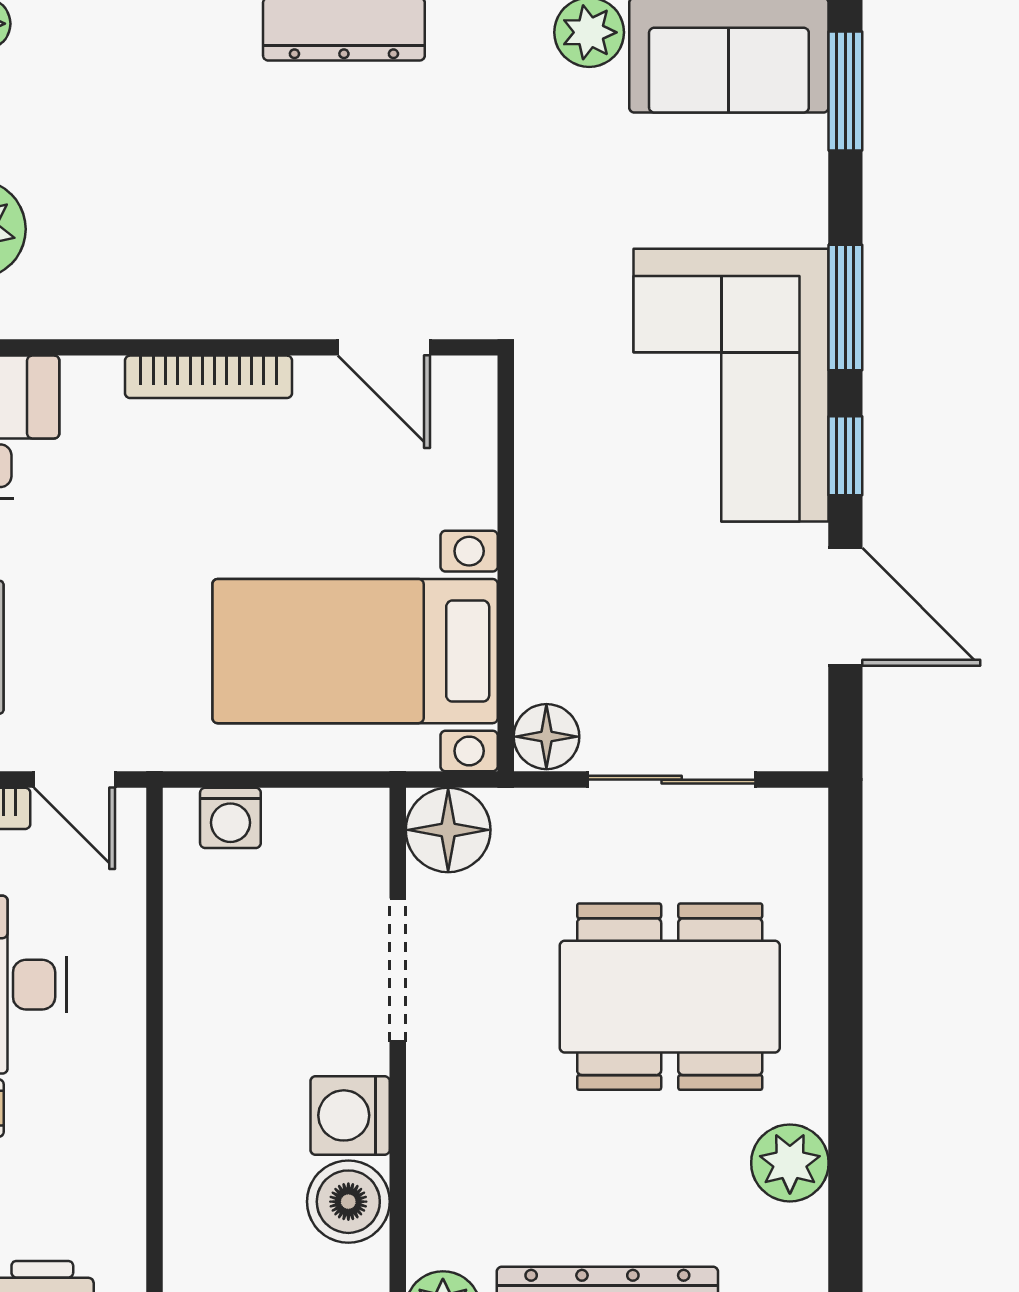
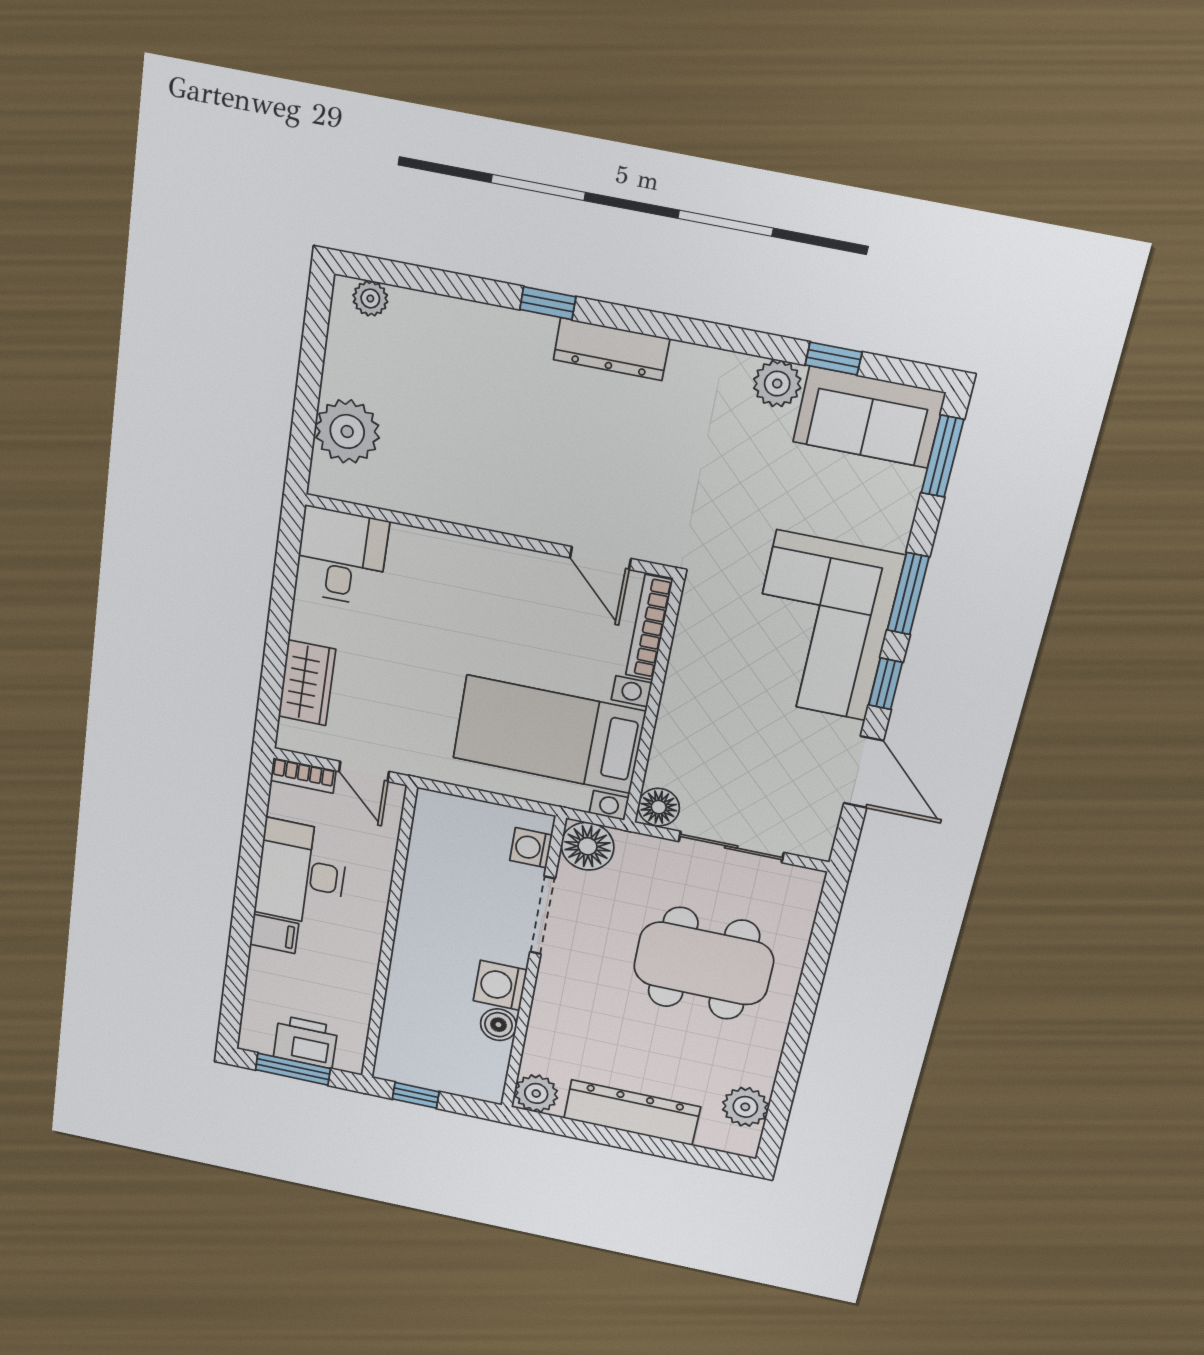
bookcase: (208, 377) -> (649, 627), moved, turned 90
washing machine: (230, 818) -> (531, 848), moved, turned 90
plant: (790, 1163) -> (745, 1107), moved
boiler: (348, 1202) -> (498, 1025), width x0.73, depth x0.73

